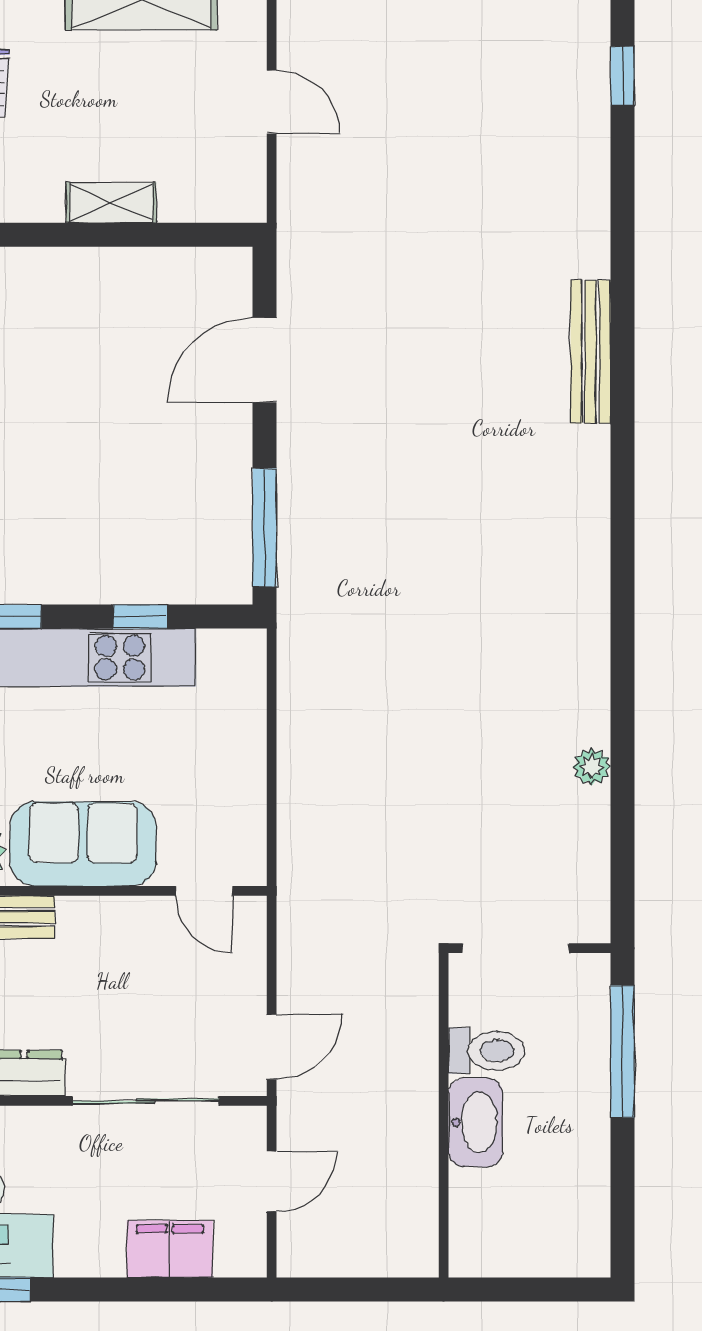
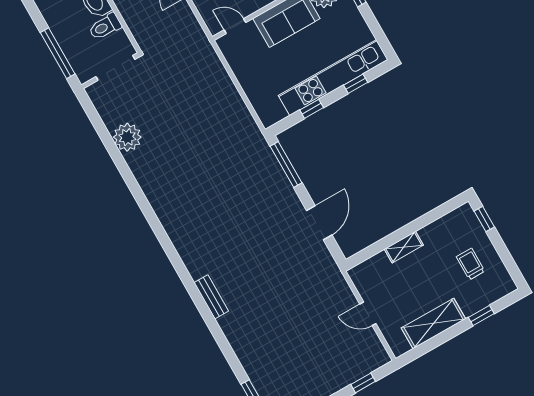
bench: (591, 352) -> (211, 297), width x0.73
plant: (592, 767) -> (127, 137), width x1.88, depth x1.88

